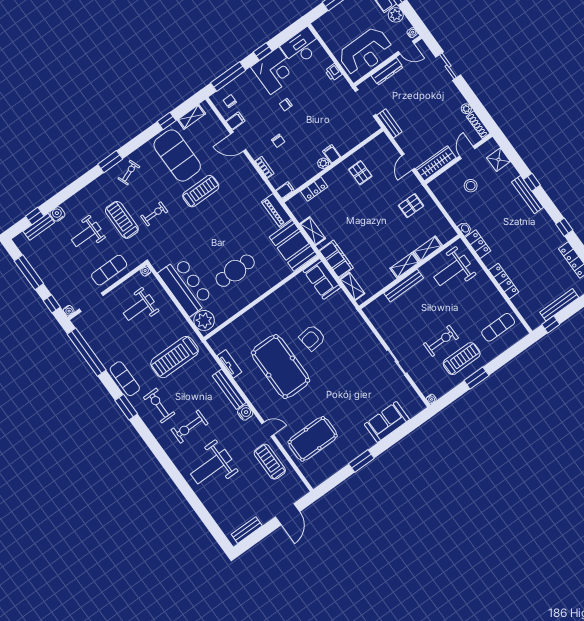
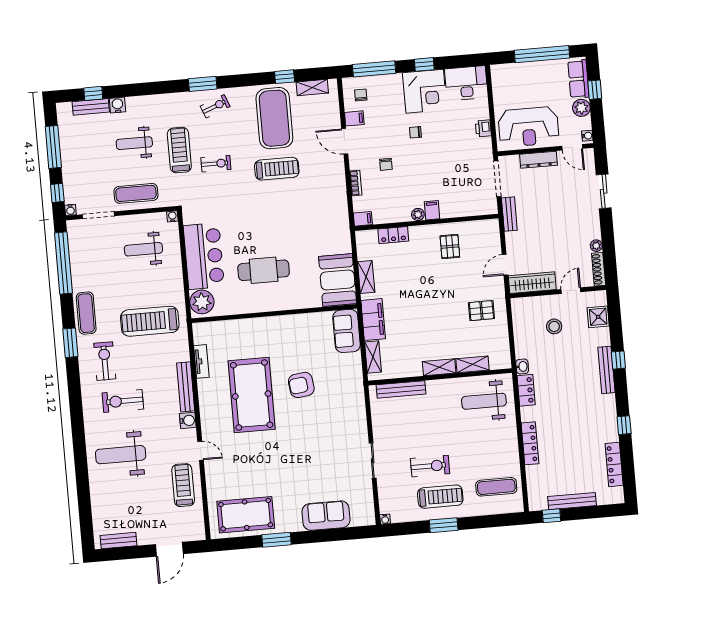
piano: (276, 210) -> (342, 234), removed
bench: (404, 286) -> (401, 389), moved
pool table: (313, 439) -> (246, 515), moved

